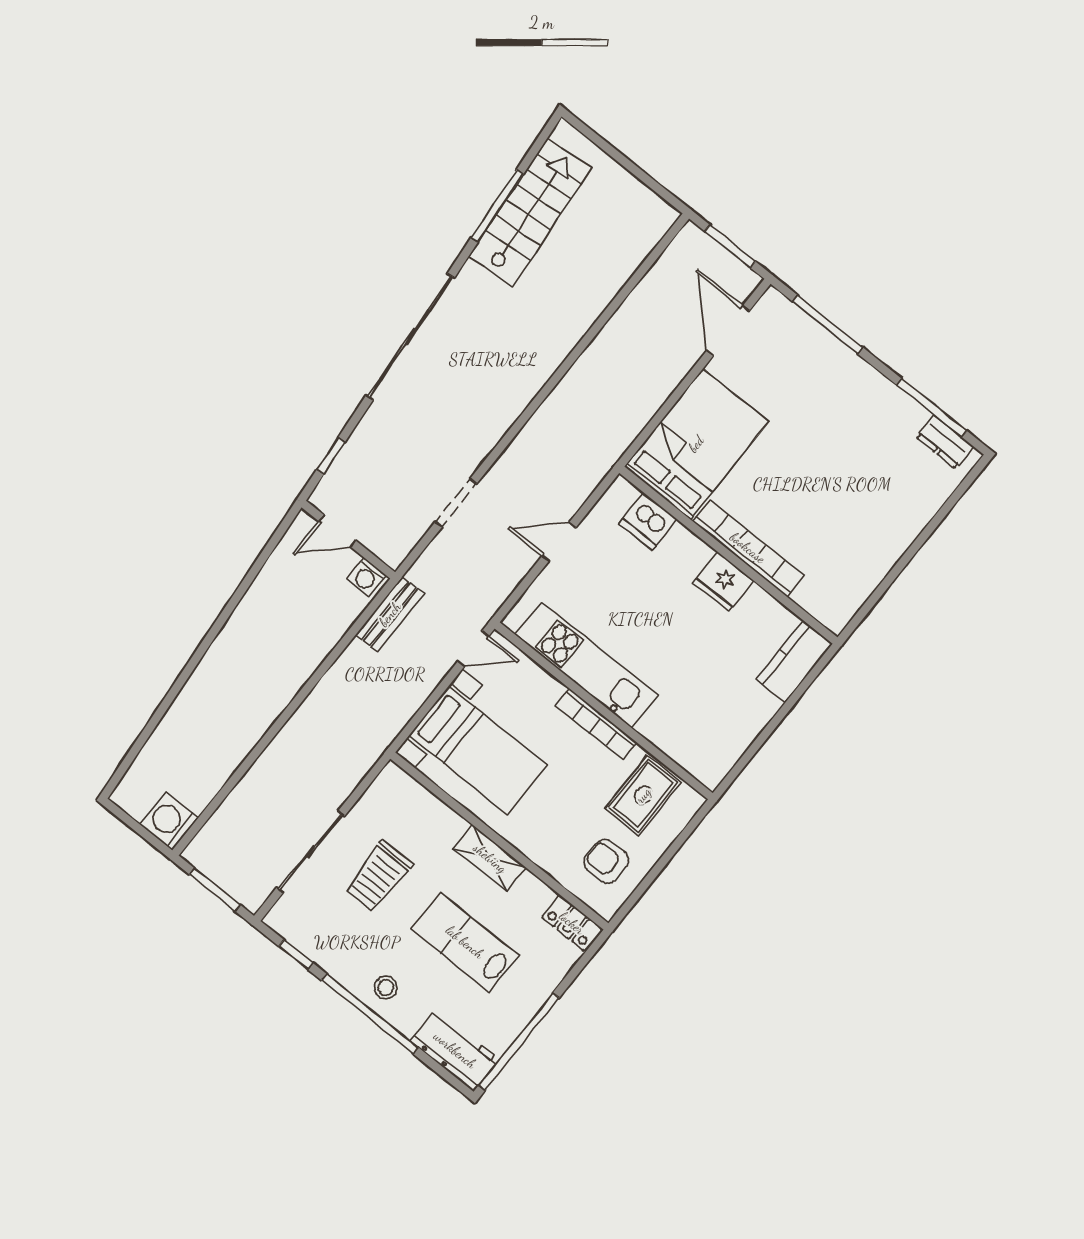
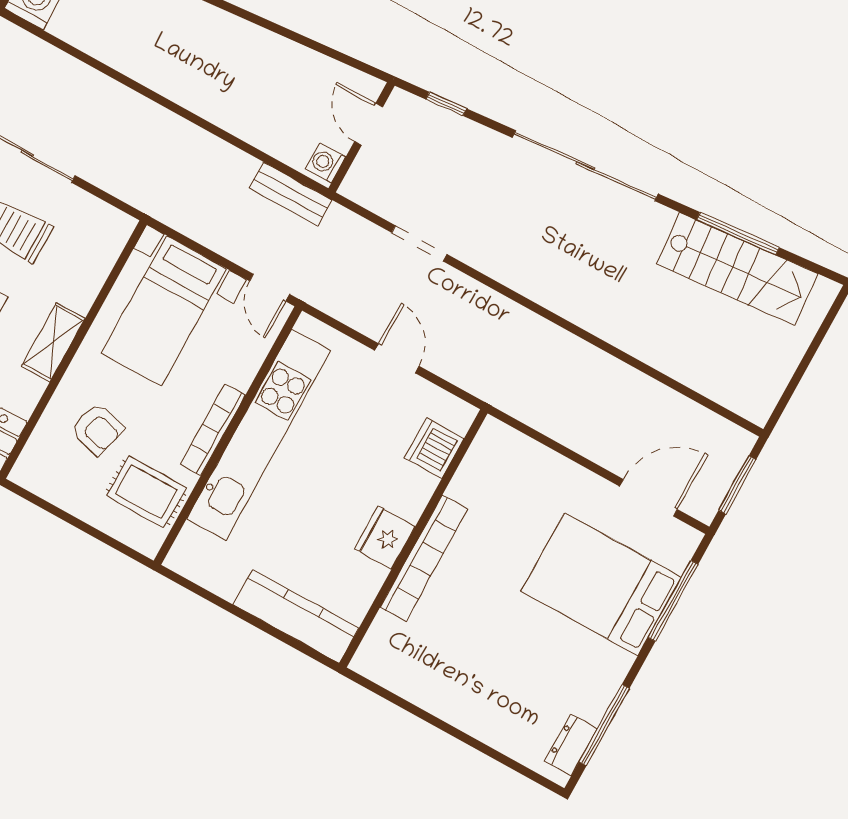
bed: (696, 444) -> (601, 584), moved, turned 180
kitchen counter: (794, 661) -> (296, 617), width x1.50
kitchen unit: (587, 665) -> (259, 435), width x1.36
armchair: (606, 861) -> (97, 429), moved, turned 105

